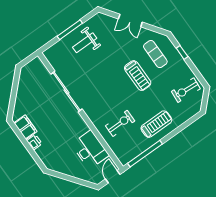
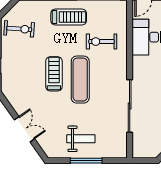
exercise mat: (155, 54) -> (80, 80), moved, width x1.36, depth x1.45
treadmill: (156, 124) -> (69, 17), turned 180

